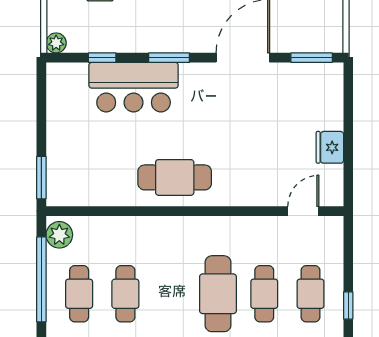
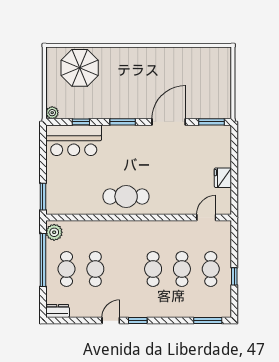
bar counter: (134, 87) -> (74, 140), moved
cafe table: (218, 294) -> (153, 269), width x0.73, depth x0.74

